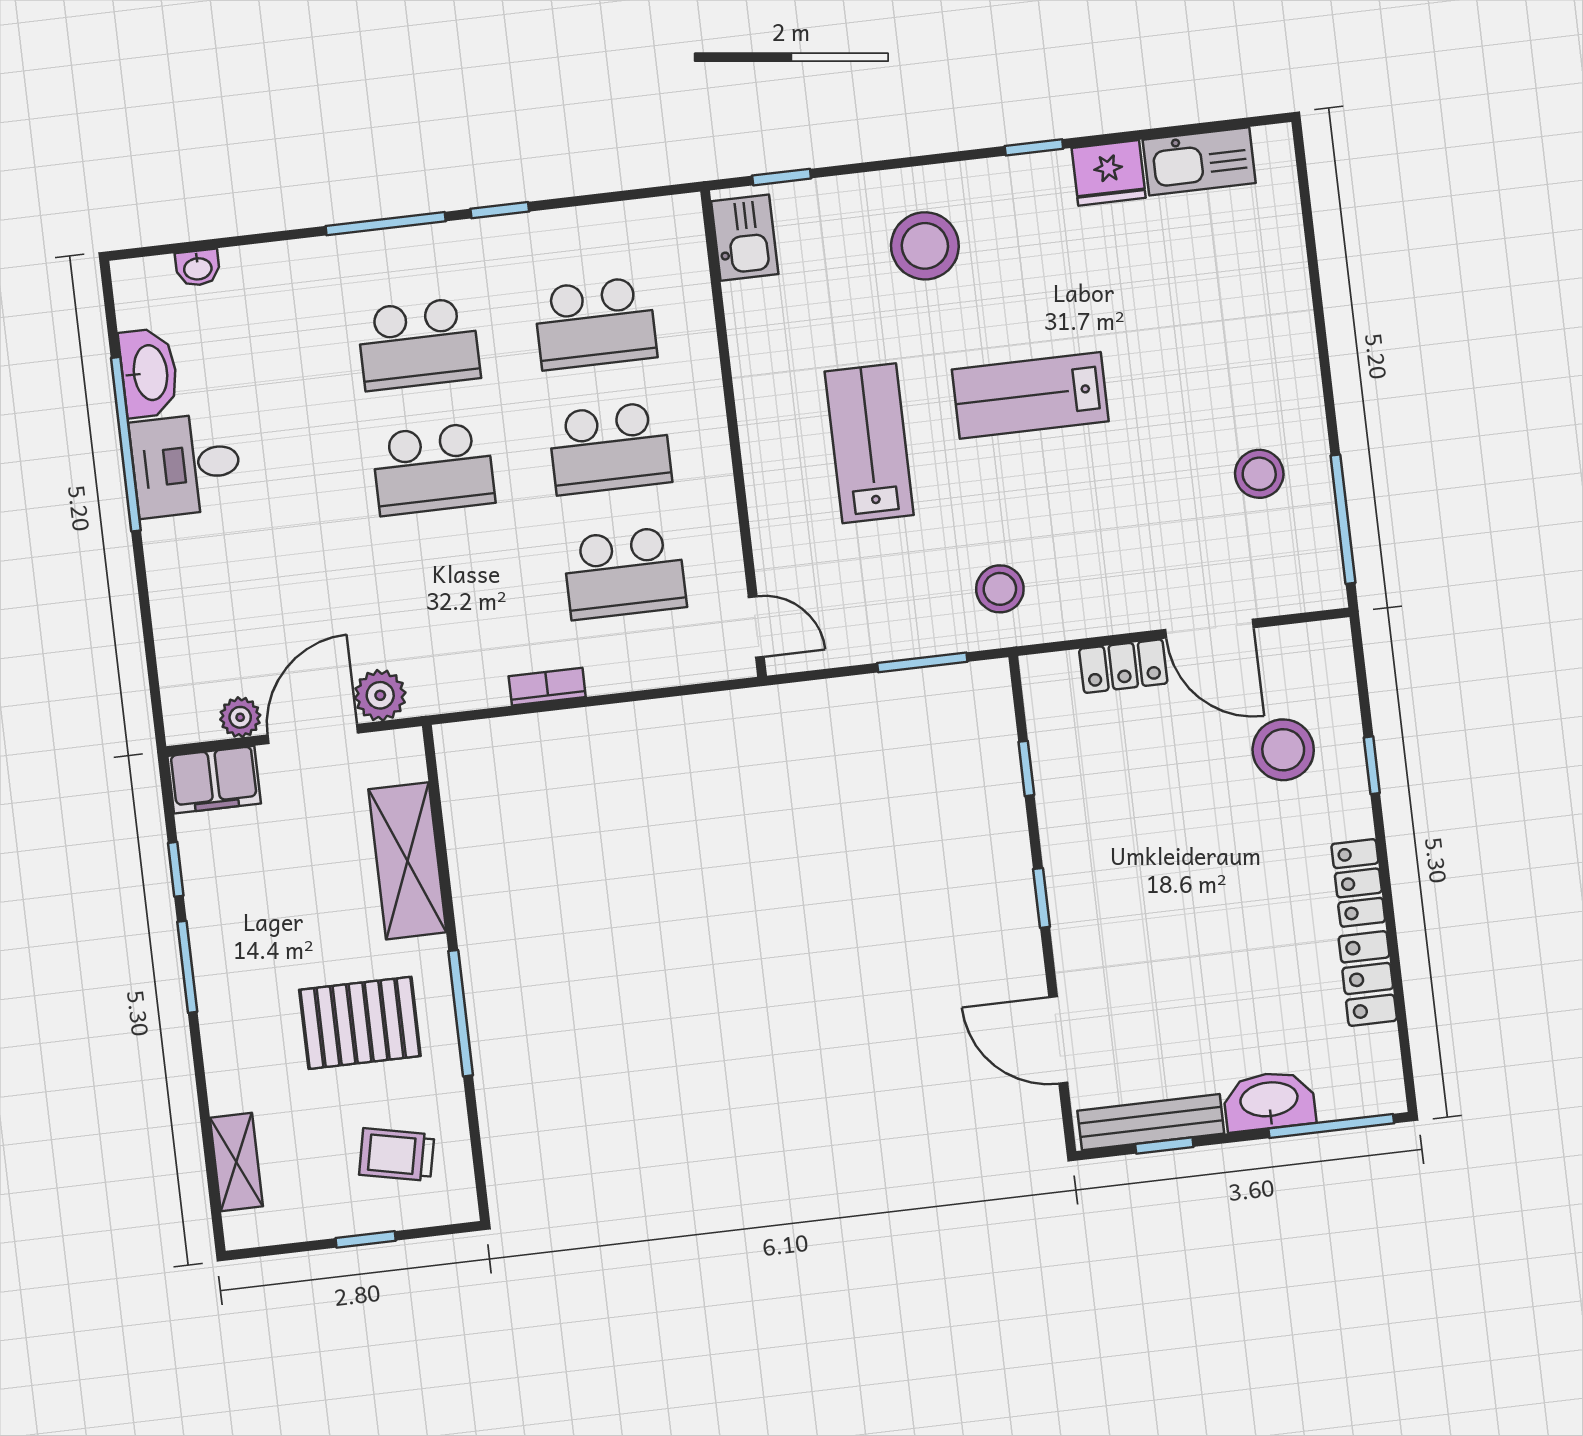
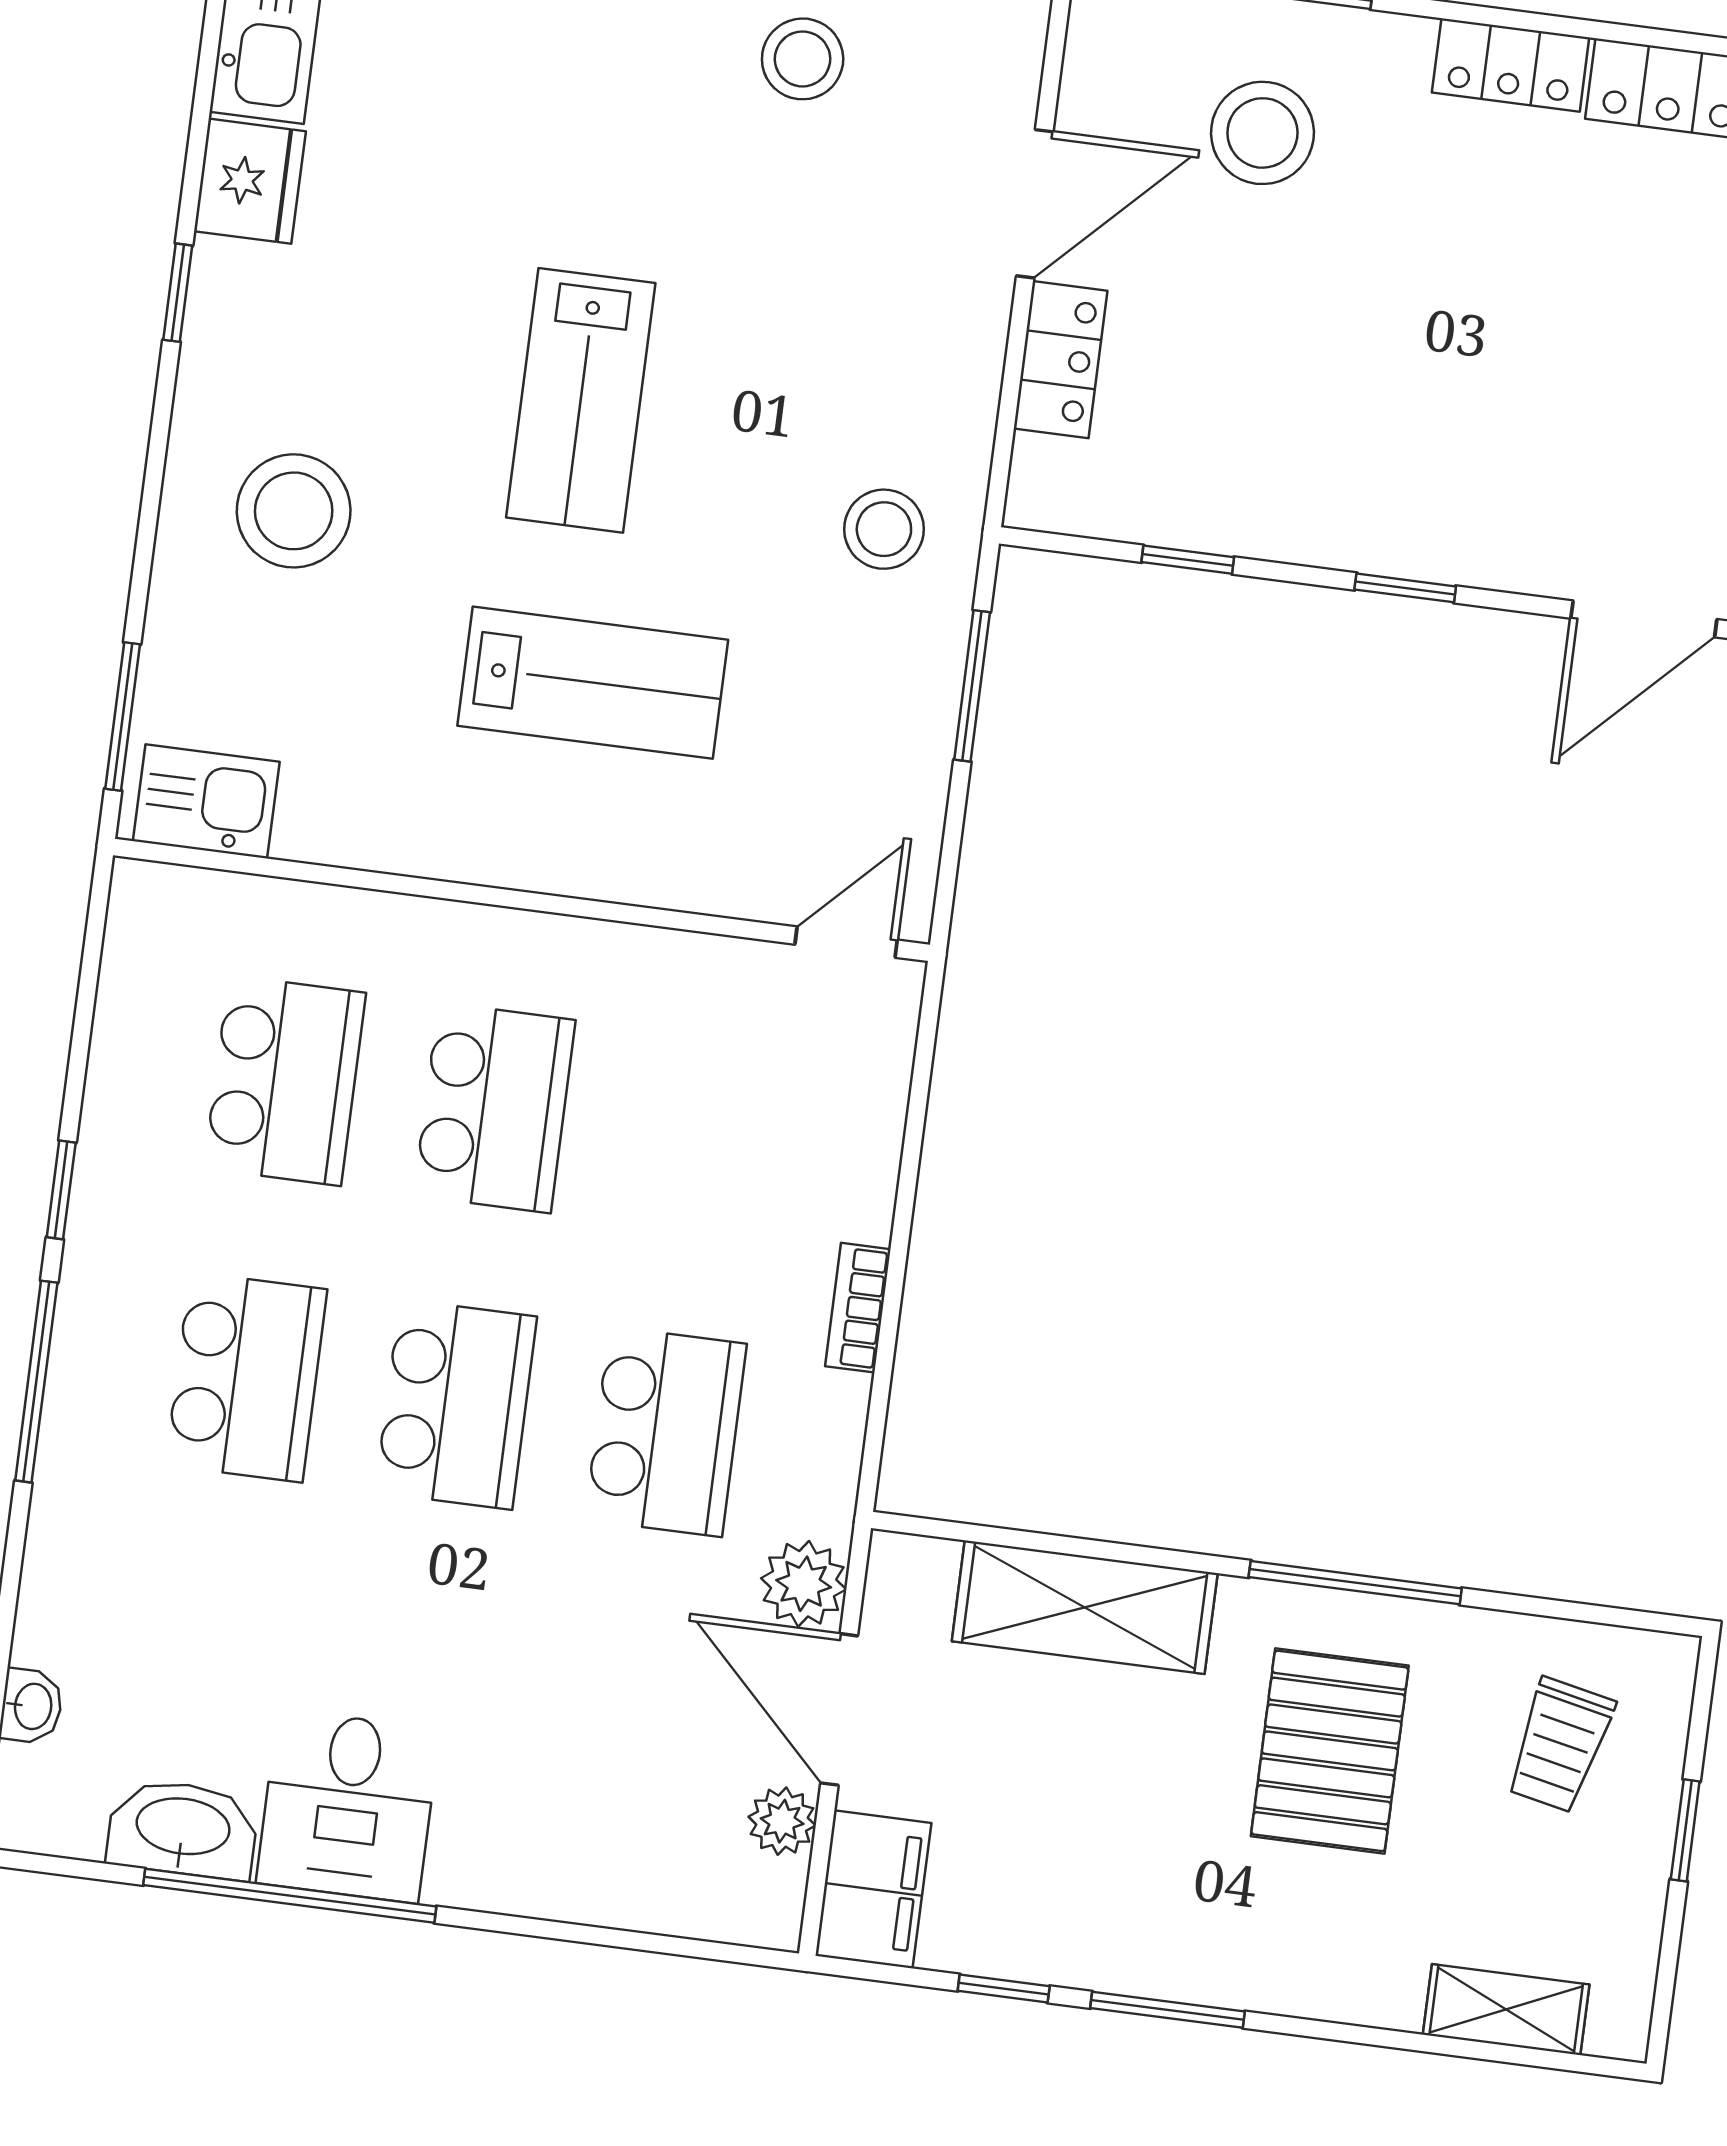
window: (782, 177) -> (123, 717), width x1.50
lab bench: (869, 443) -> (593, 683), turned 180
school desk: (625, 573) -> (666, 1432), moved

